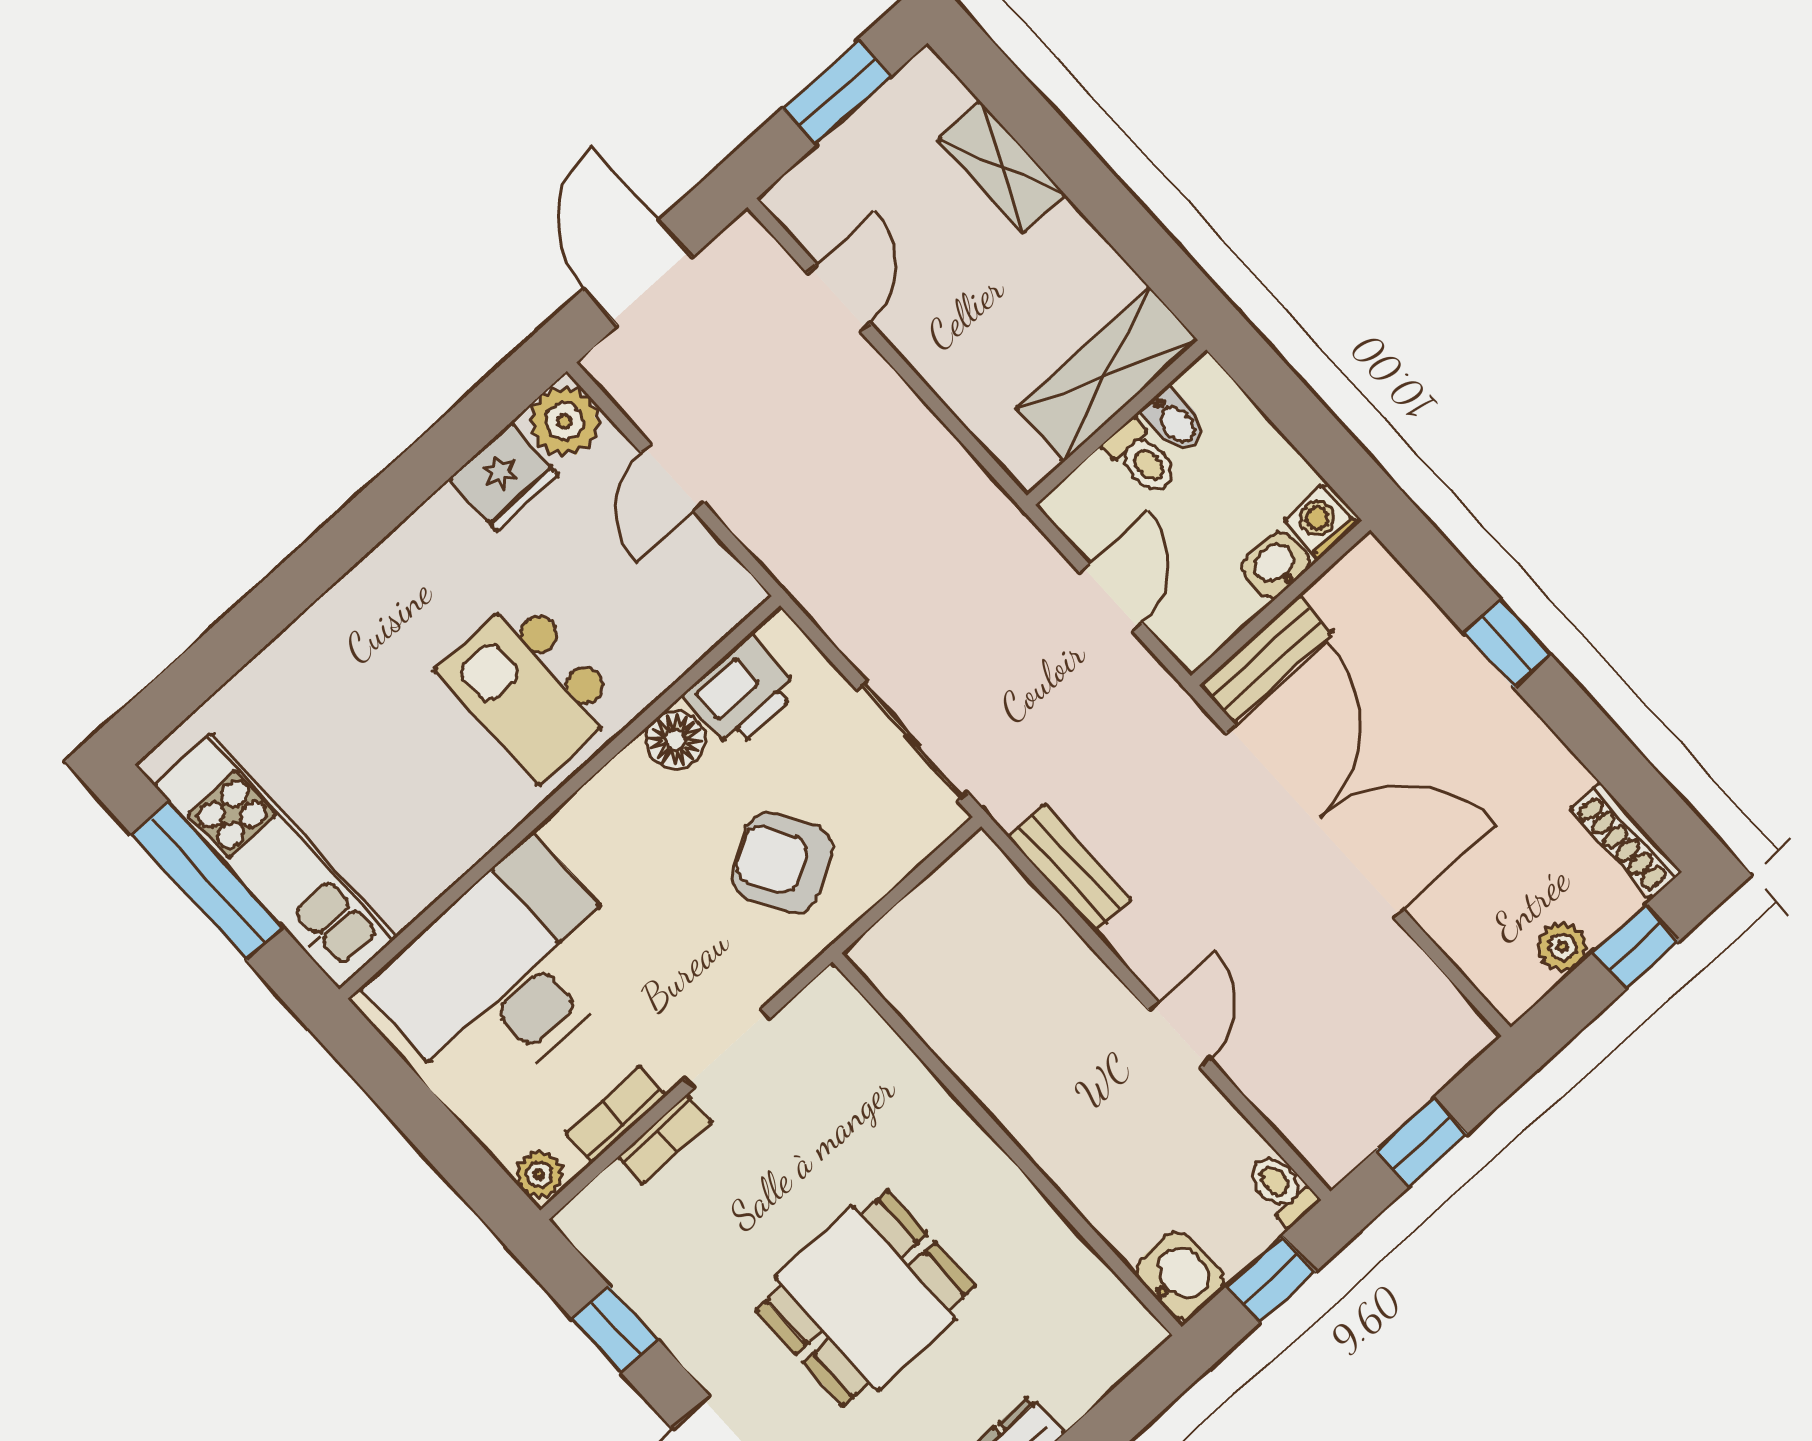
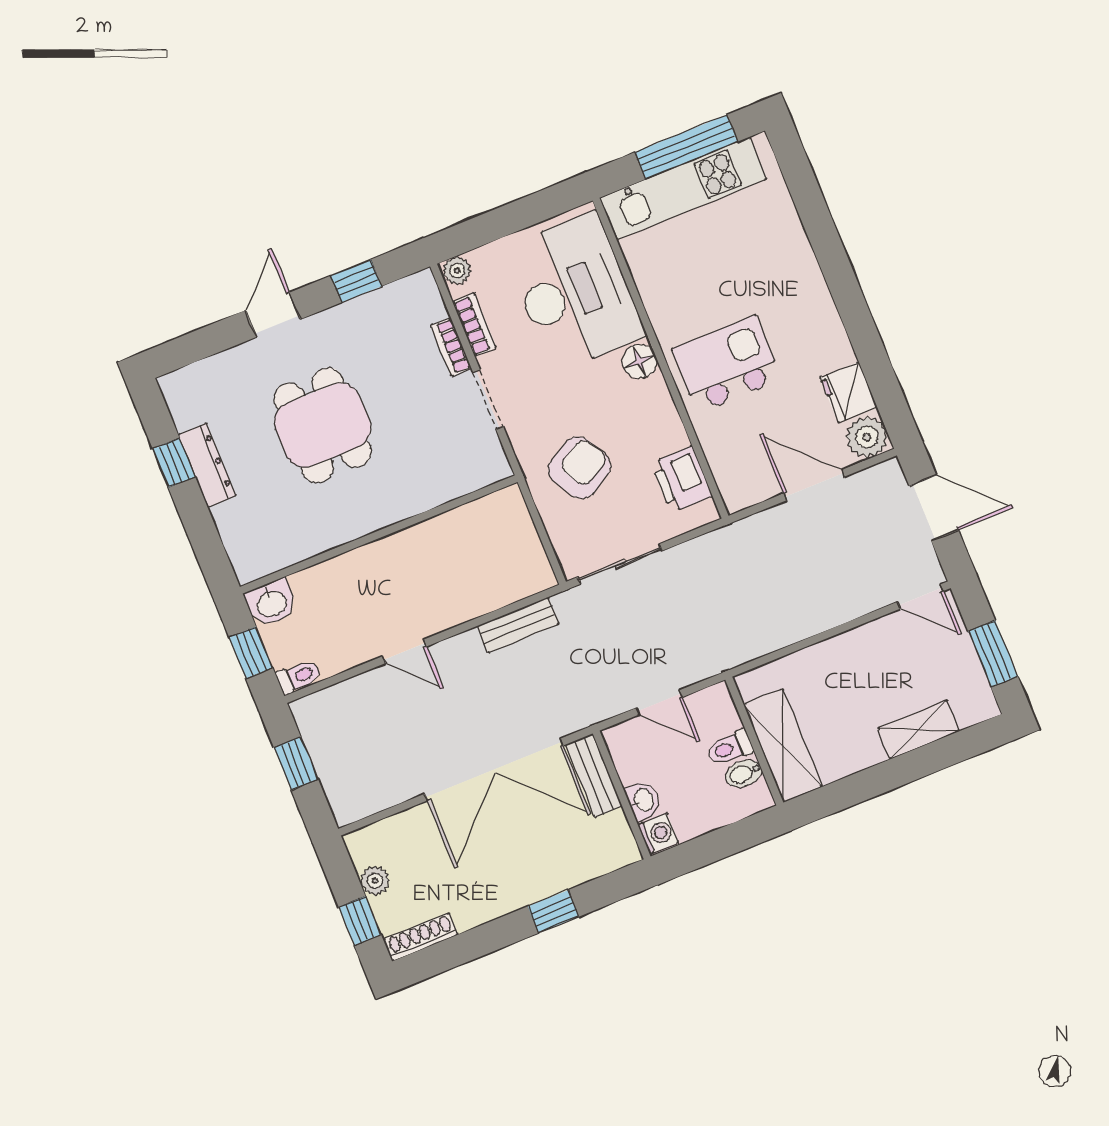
door: (839, 298) -> (920, 596), moved
door: (672, 477) -> (814, 485), width x1.38
floor lamp: (675, 740) -> (639, 361), moved

